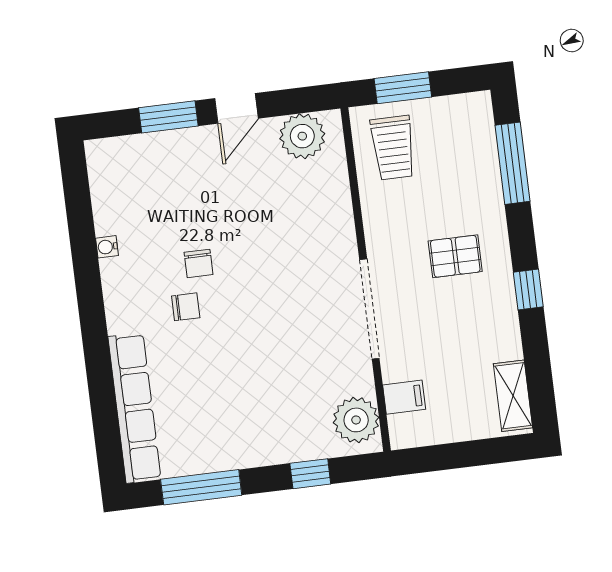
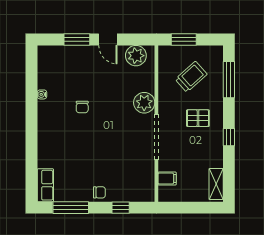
door: (237, 108) -> (108, 39), hinge flipped
trolley: (393, 148) -> (191, 77), moved, turned -132
chair: (186, 307) -> (99, 192), moved
row of seats: (134, 408) -> (45, 185), width x0.50
plant: (356, 420) -> (144, 103), moved

